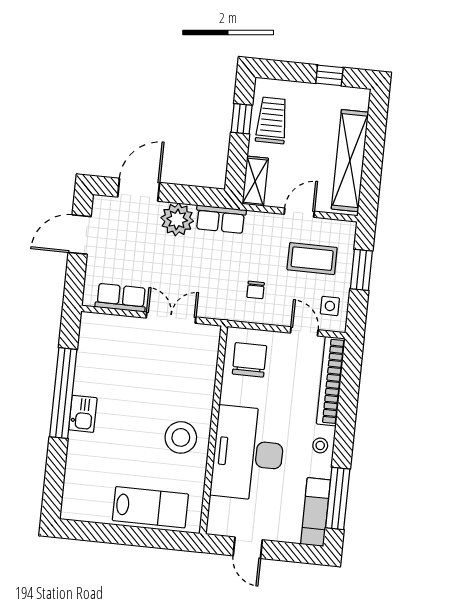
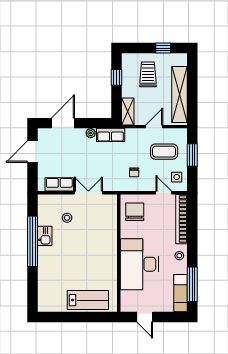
trolley: (272, 120) -> (148, 74), moved
plant: (177, 219) -> (91, 133), width x0.53, depth x0.53
kitchen sink: (83, 414) -> (45, 236), moved
stool: (181, 437) -> (67, 218), moved, width x0.53, depth x0.53

